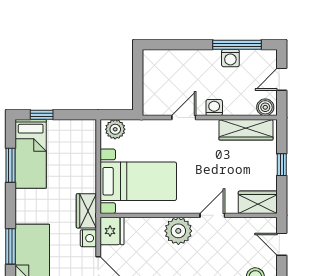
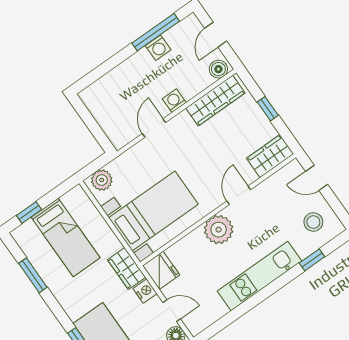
bed: (31, 154) -> (66, 237), moved

